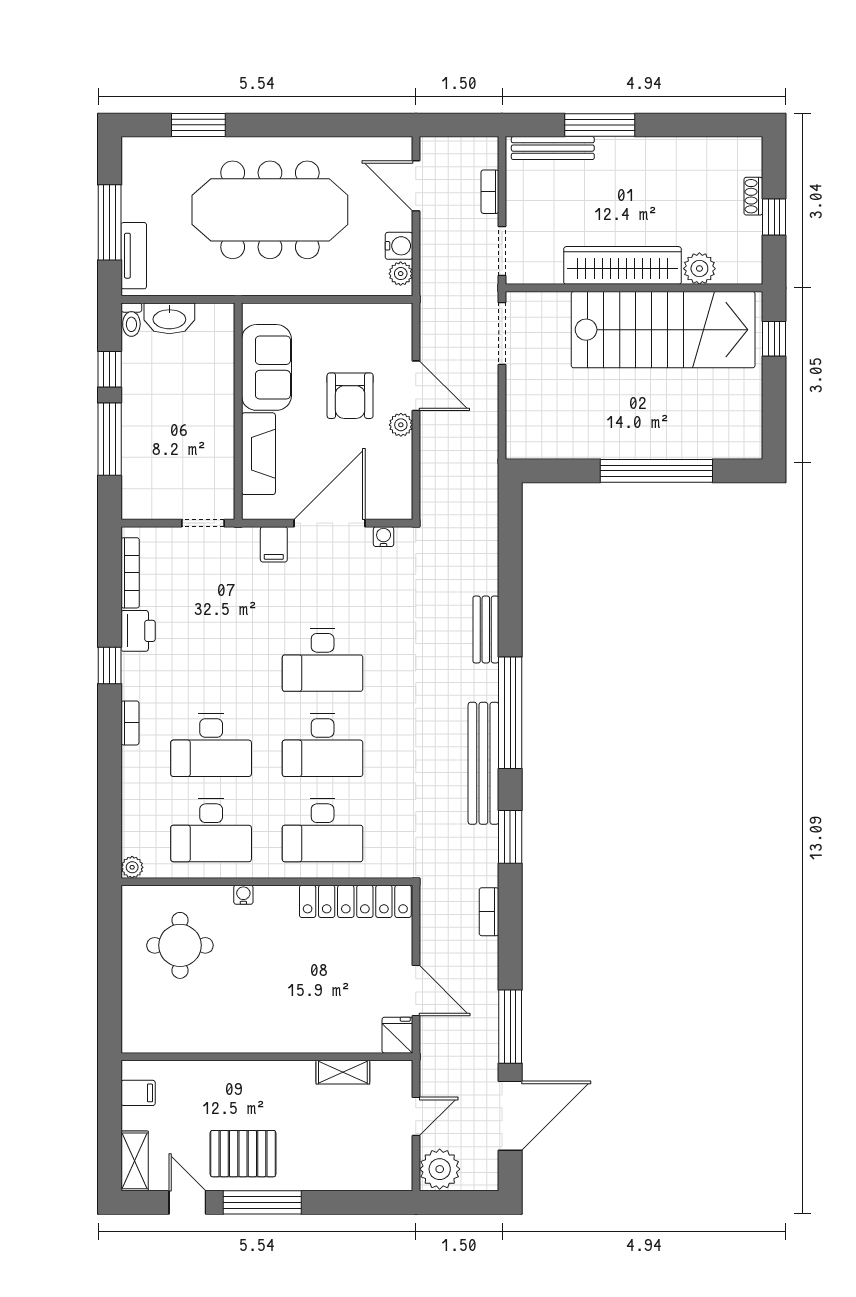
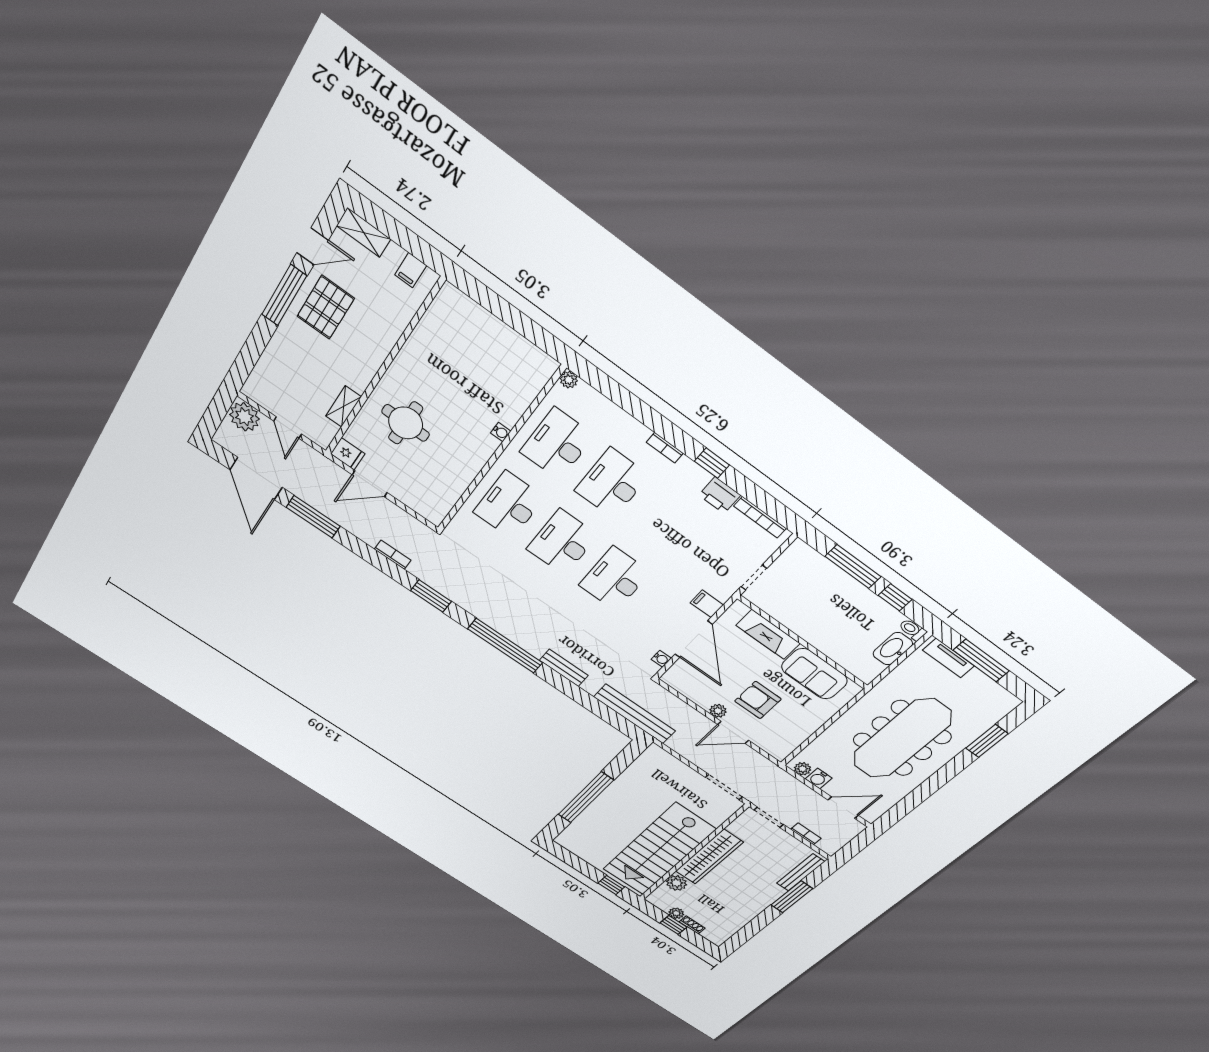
plant: (751, 229) -> (676, 913), added
bench: (483, 763) -> (635, 714), moved
locker: (355, 901) -> (450, 491), removed
round table: (180, 945) -> (406, 423), moved

